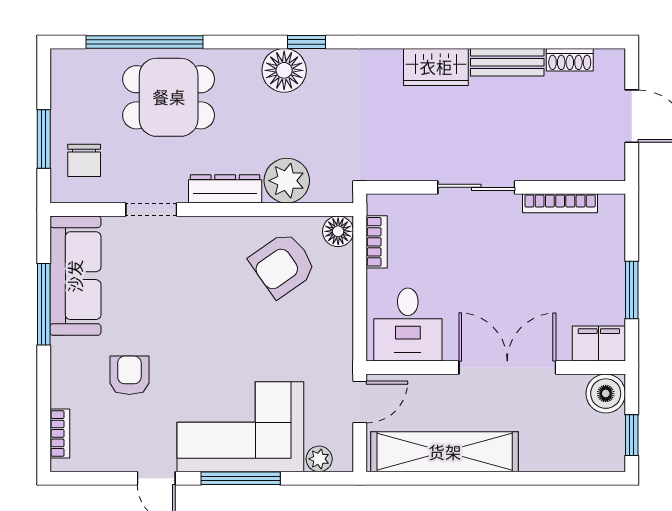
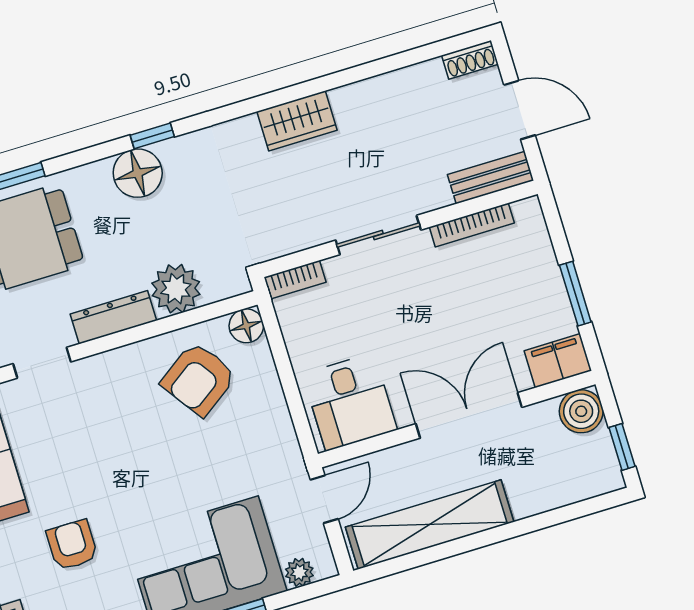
shoe rack: (570, 60) -> (470, 60), moved
bench: (507, 62) -> (491, 178), moved
bookcase: (377, 242) -> (295, 280), moved, turned 90

